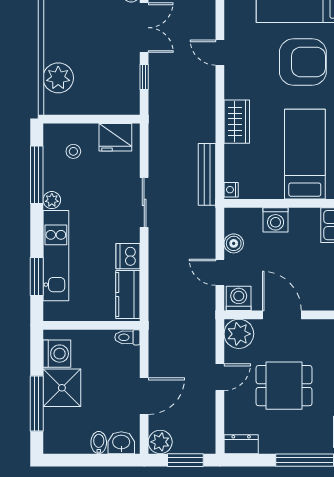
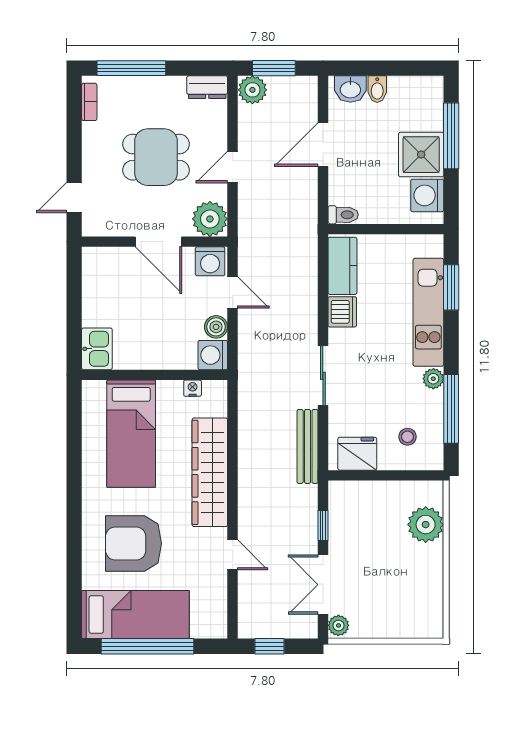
wardrobe: (237, 122) -> (210, 472), width x2.10, depth x1.17
bench: (207, 174) -> (308, 446), moved
nightstand: (231, 190) -> (193, 388), moved, turned -90
washing machine: (276, 220) -> (213, 355), moved, turned -90
plant: (160, 442) -> (252, 90), moved

